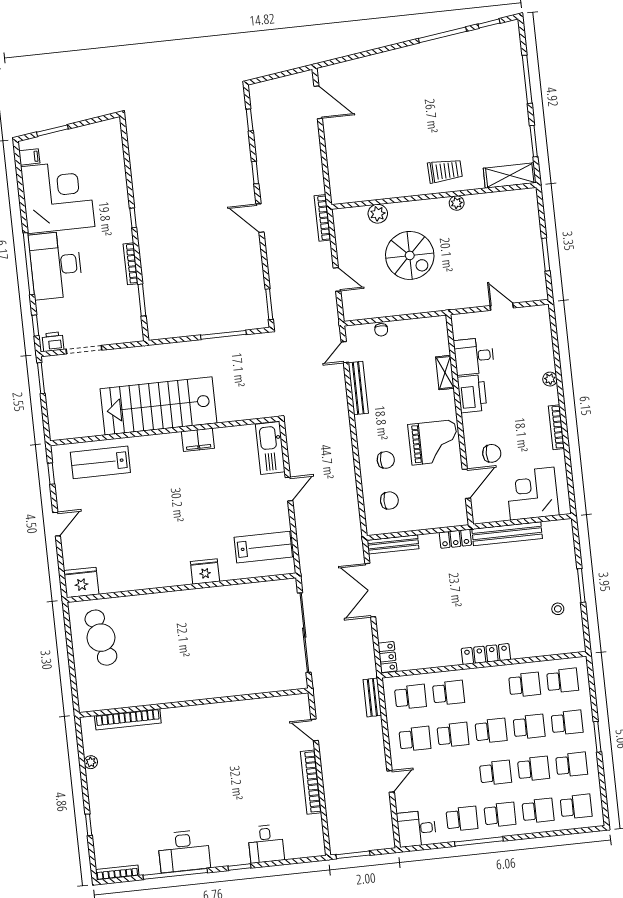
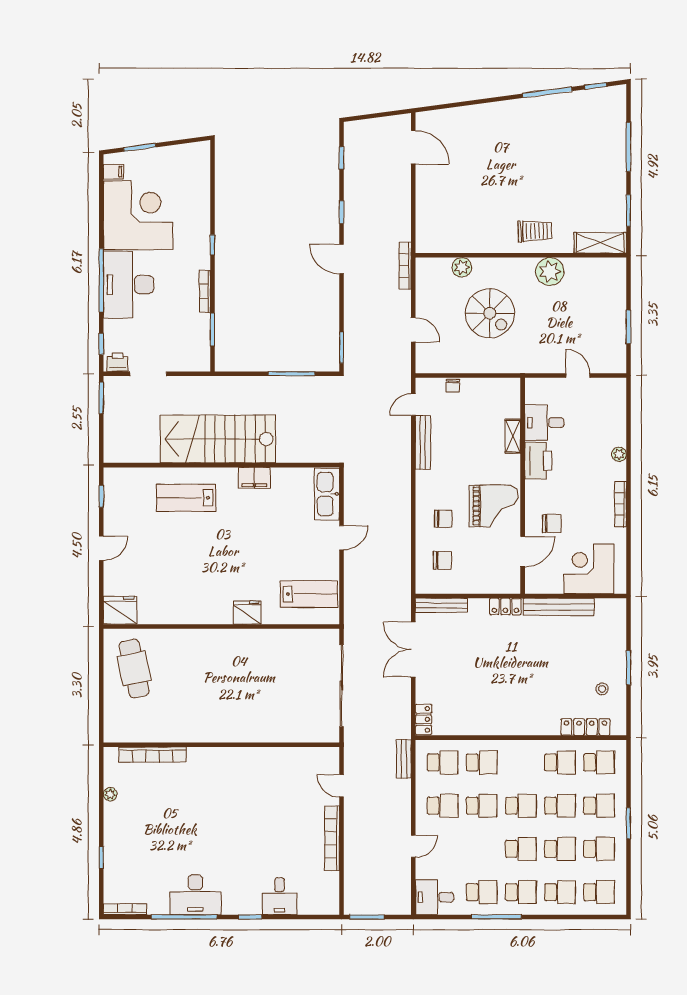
plant: (457, 203) -> (550, 272), width x1.88, depth x1.88
lab bench: (100, 462) -> (186, 498), moved
locker: (486, 654) -> (585, 727), moved

